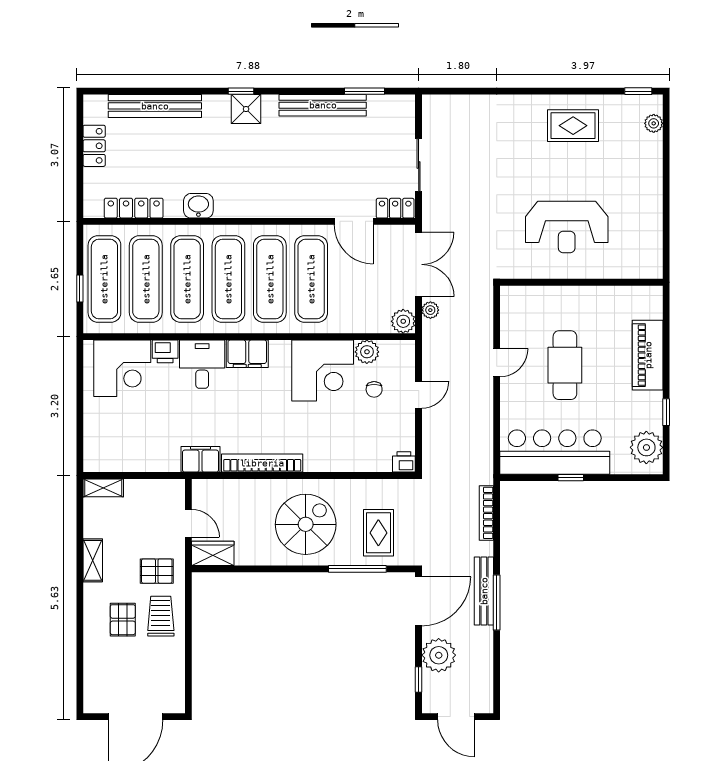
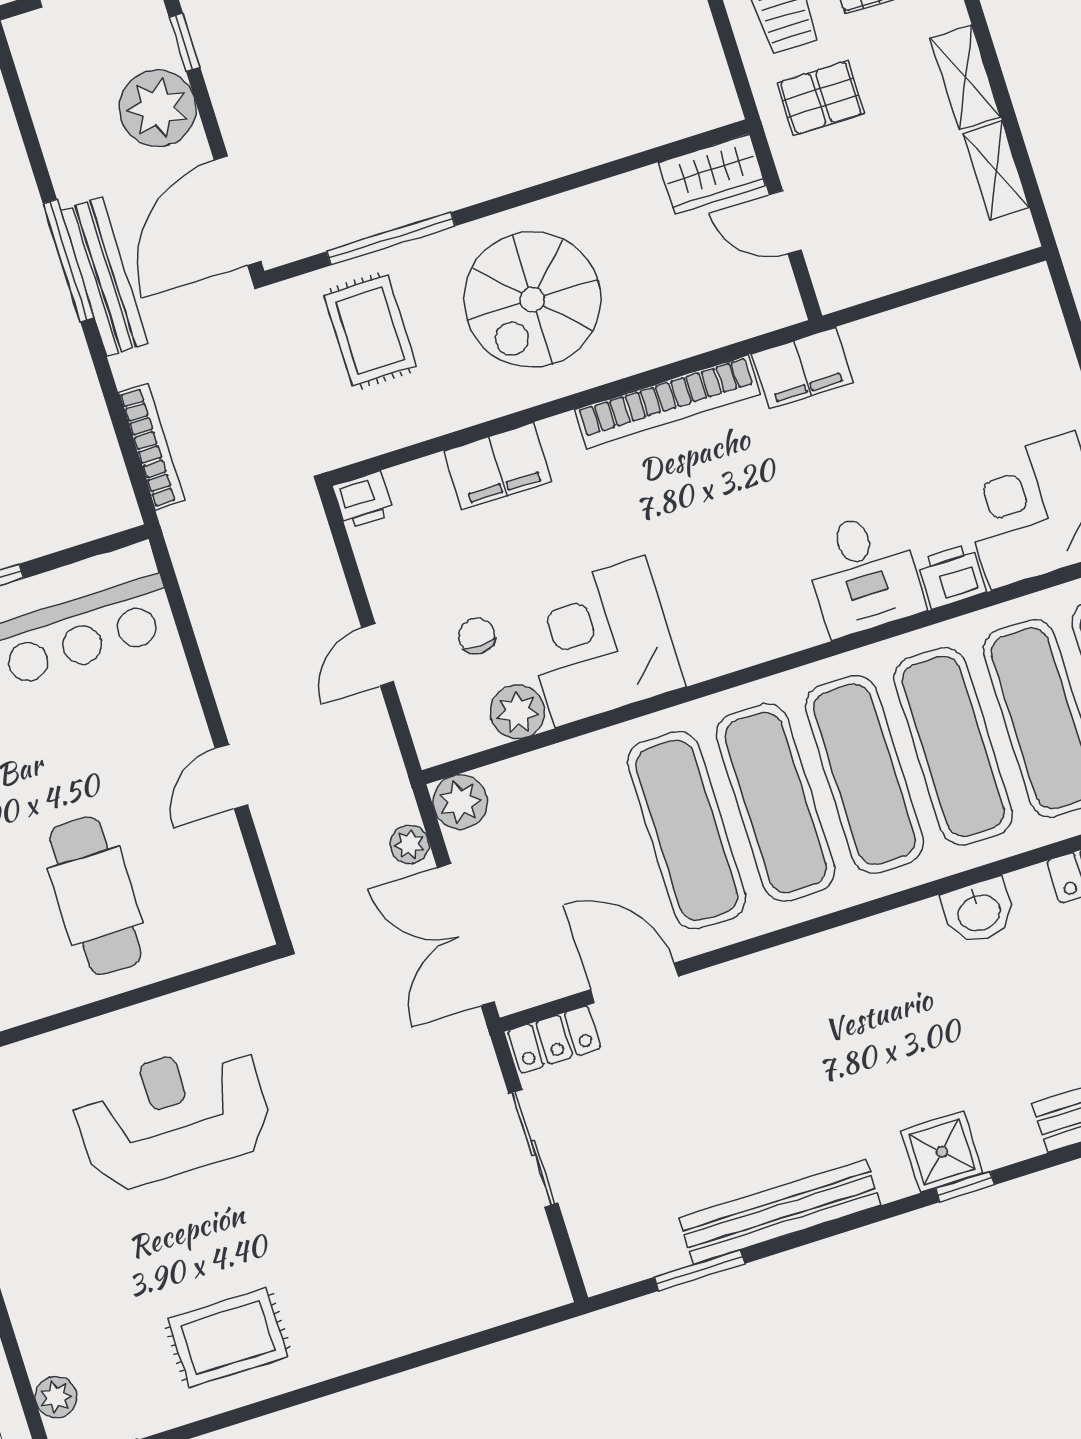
filing cabinet: (247, 354) -> (498, 466), moved, turned 180
cafe table: (565, 365) -> (95, 896), moved
shelving: (103, 488) -> (996, 171), moved, turned 90

